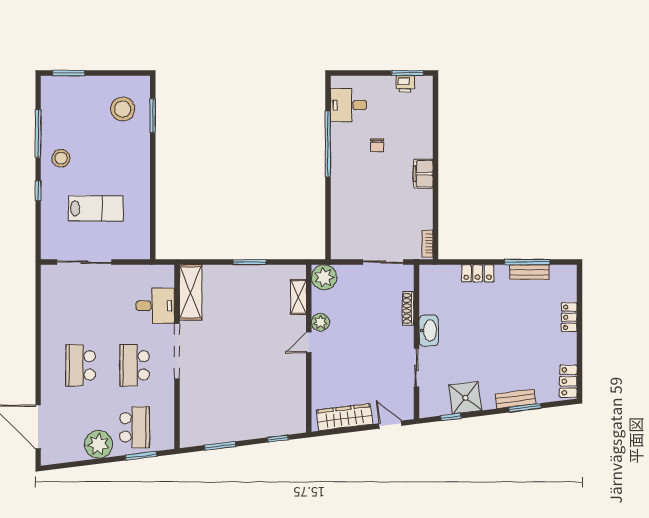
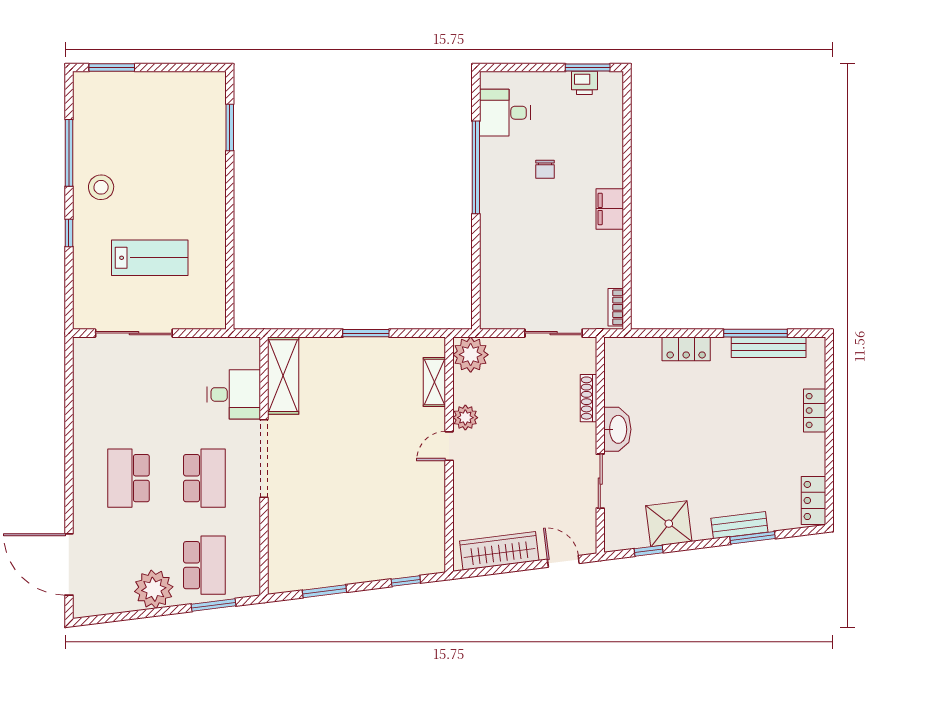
stool: (123, 109) -> (188, 118), removed
bench: (529, 272) -> (769, 347), width x1.36
school desk: (135, 365) -> (204, 478), turned 180

